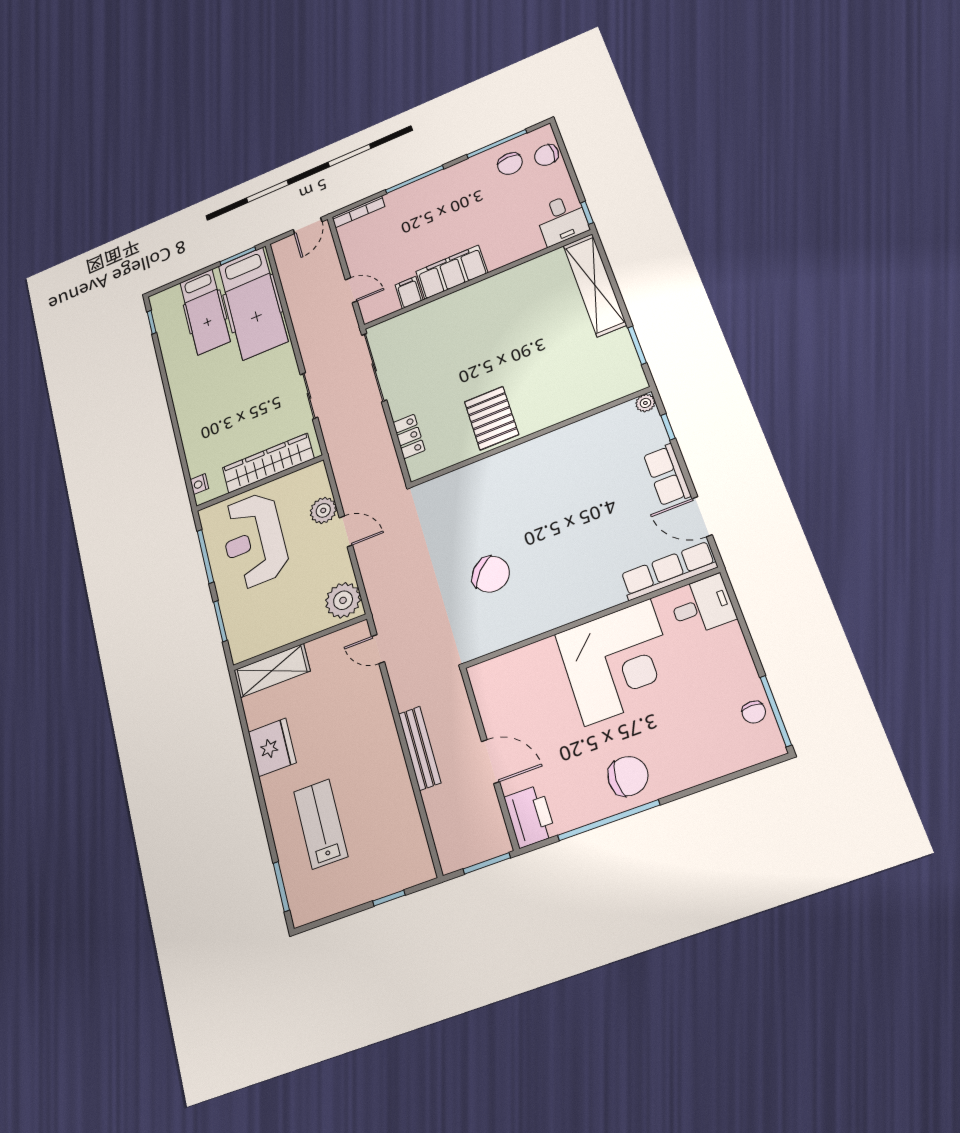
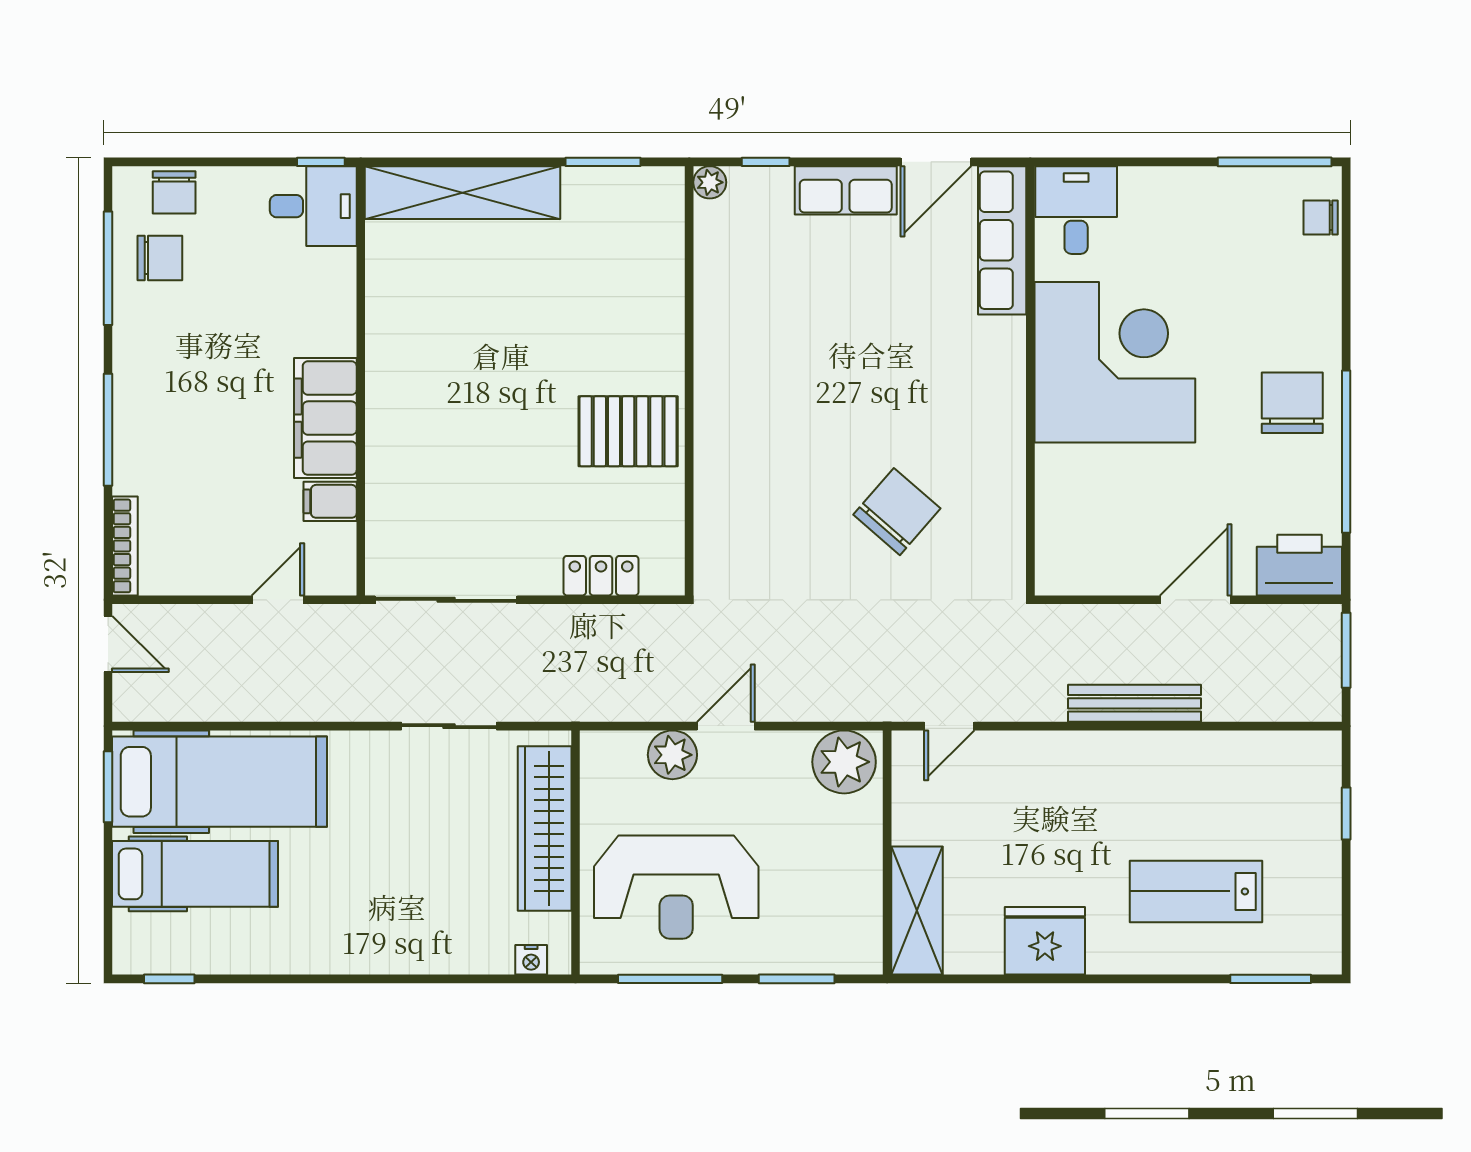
chair: (754, 712) -> (1321, 218), moved, turned 180

